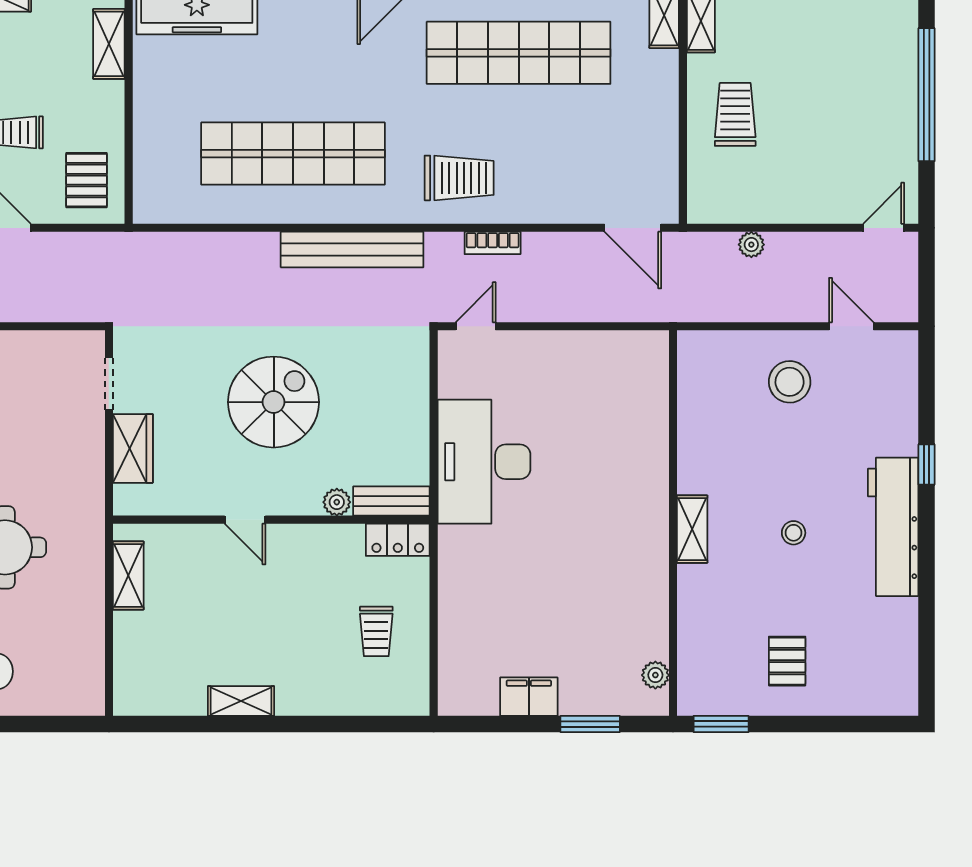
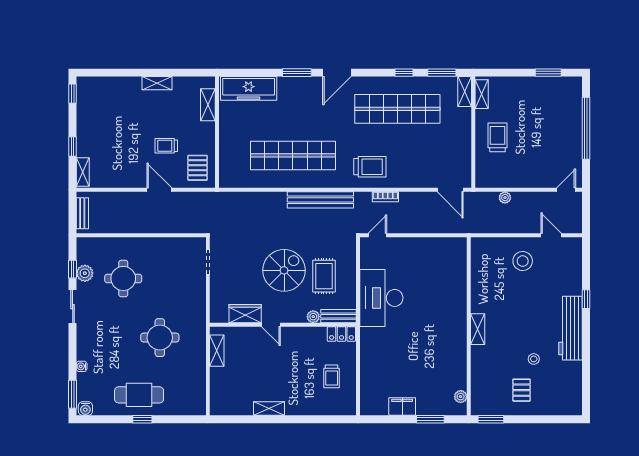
rug: (360, 415) -> (324, 276), added
wardrobe: (133, 448) -> (245, 314), moved, turned -90
stool: (794, 533) -> (534, 359), moved

